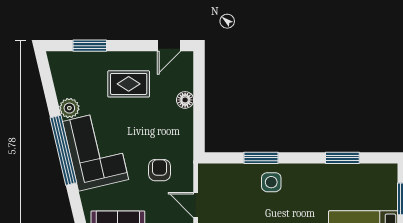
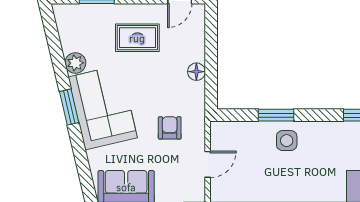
floor lamp: (185, 100) -> (196, 72), moved
window: (63, 150) -> (69, 107), width x0.47
door: (196, 205) -> (208, 164), swing flipped

